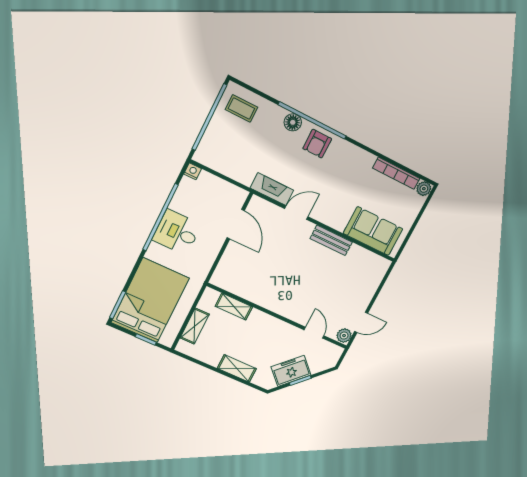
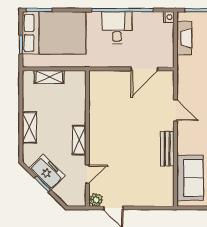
fireplace: (272, 189) -> (184, 38), moved
shelving: (234, 307) -> (79, 140), moved

